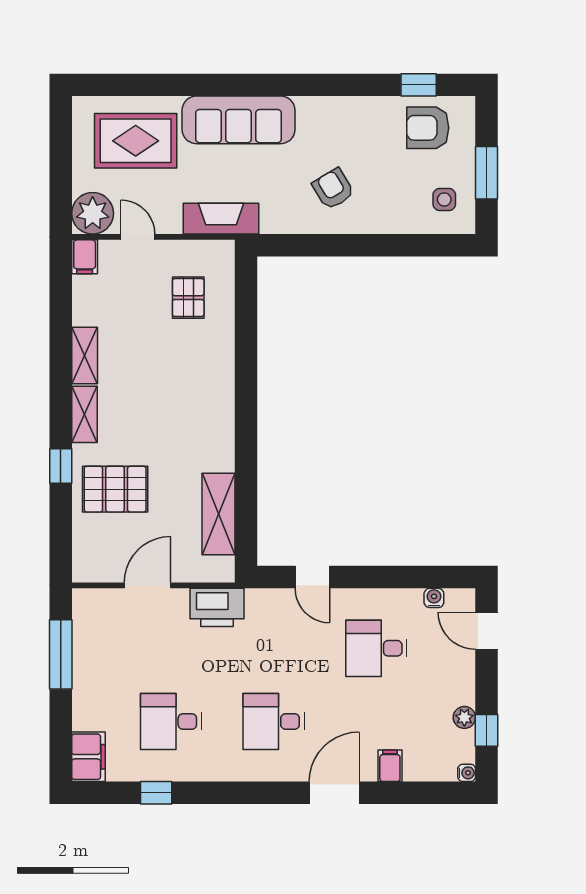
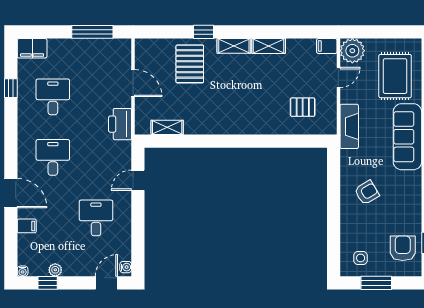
shelving: (219, 514) -> (167, 127), width x0.67, depth x0.75
water cooler: (434, 598) -> (126, 267), moved

